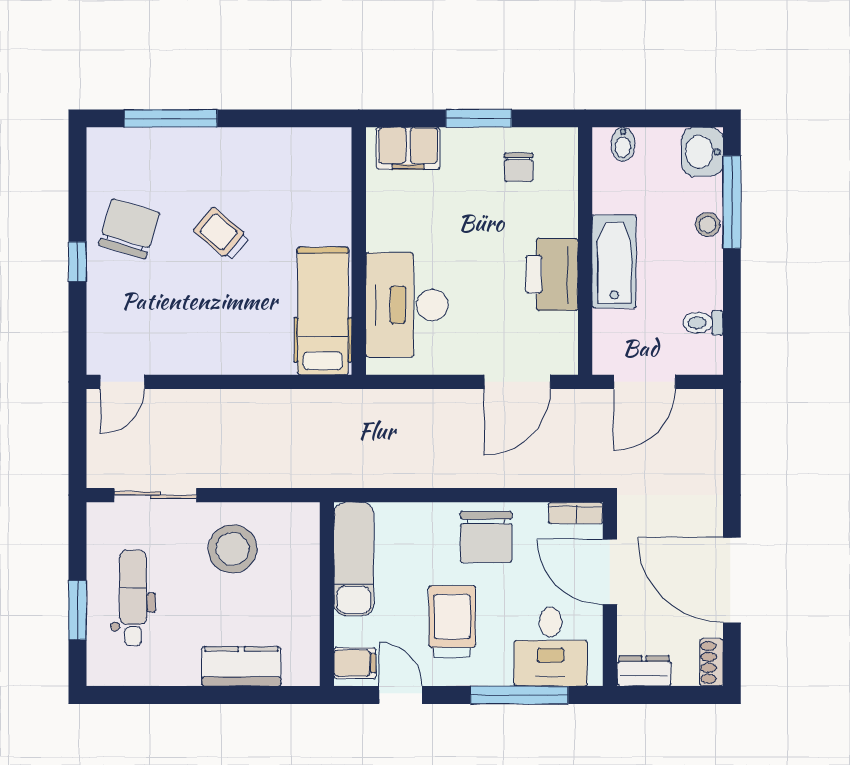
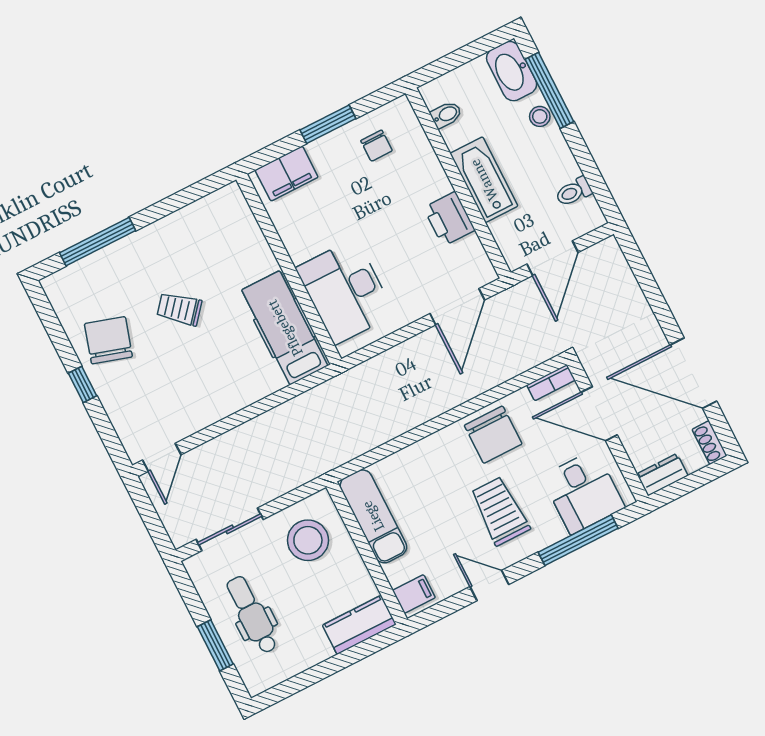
bidet: (623, 144) -> (446, 115), moved, turned -90
washbasin: (702, 152) -> (512, 71), width x1.38
printer: (552, 274) -> (449, 219), width x0.73, depth x0.84
exam couch: (354, 559) -> (373, 516), moved
wall: (327, 594) -> (367, 553), moved
filing cabinet: (355, 663) -> (414, 594), moved

